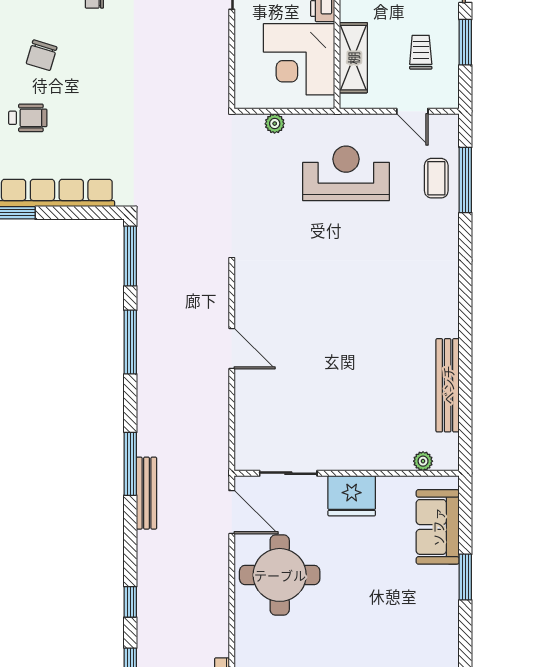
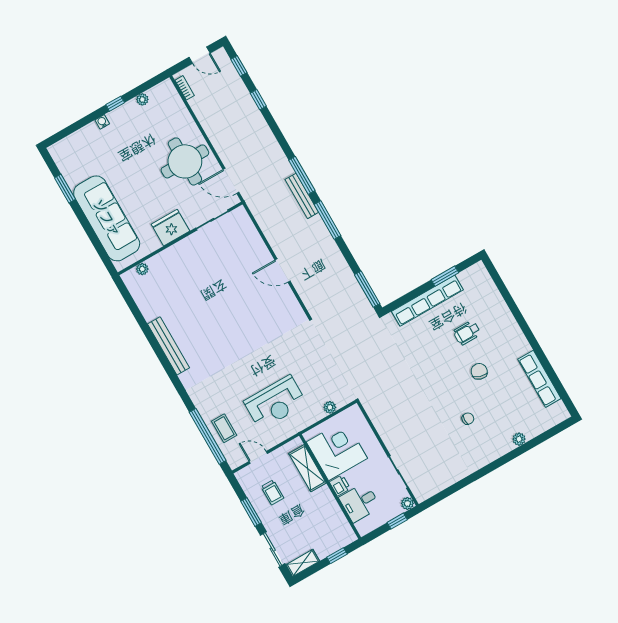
window: (465, 180) -> (208, 436), width x1.46
window: (130, 342) -> (327, 220), moved
bench: (448, 385) -> (168, 346), moved
bench: (147, 493) -> (302, 196), moved
sofa: (438, 527) -> (107, 218), width x1.85, depth x1.27
window: (465, 577) -> (65, 189), moved

